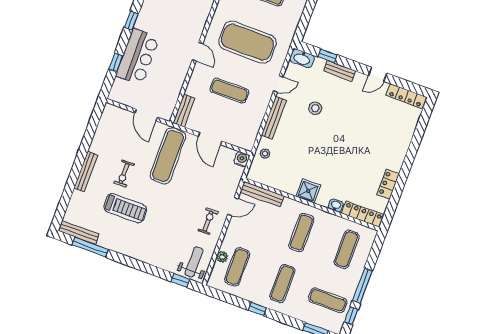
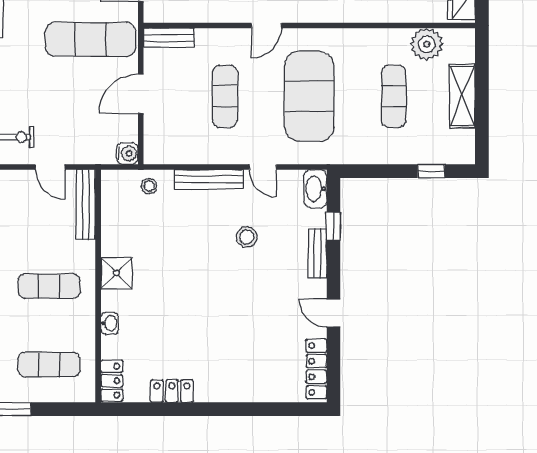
locker: (363, 214) -> (112, 381), width x0.66

